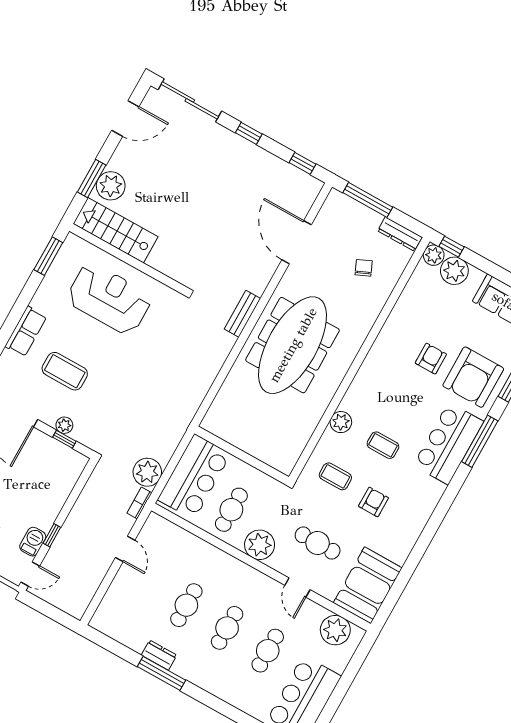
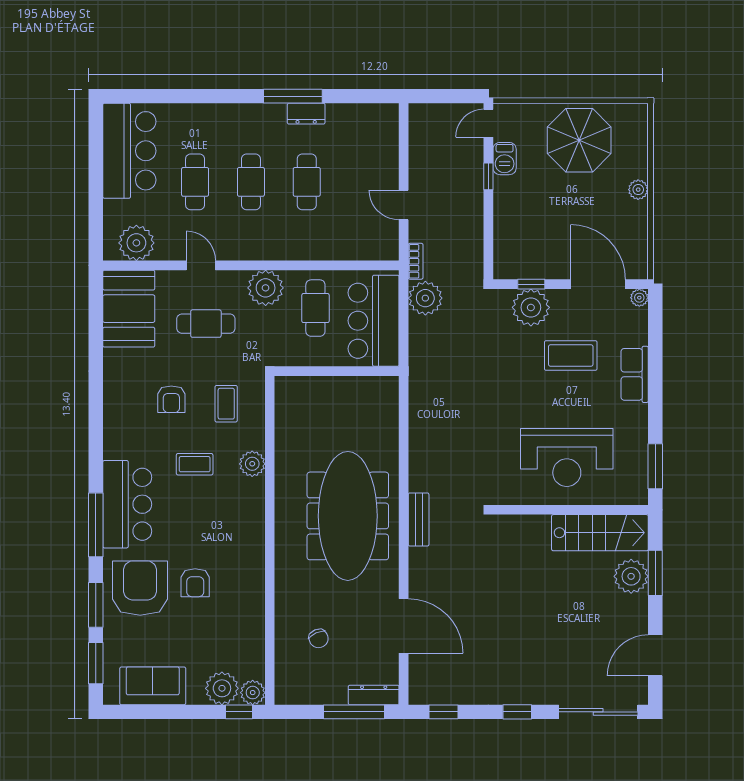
dresser: (400, 234) -> (374, 695), moved
plant: (64, 425) -> (531, 307), width x1.87, depth x1.87
coffee table: (335, 476) -> (226, 404), turned 90

